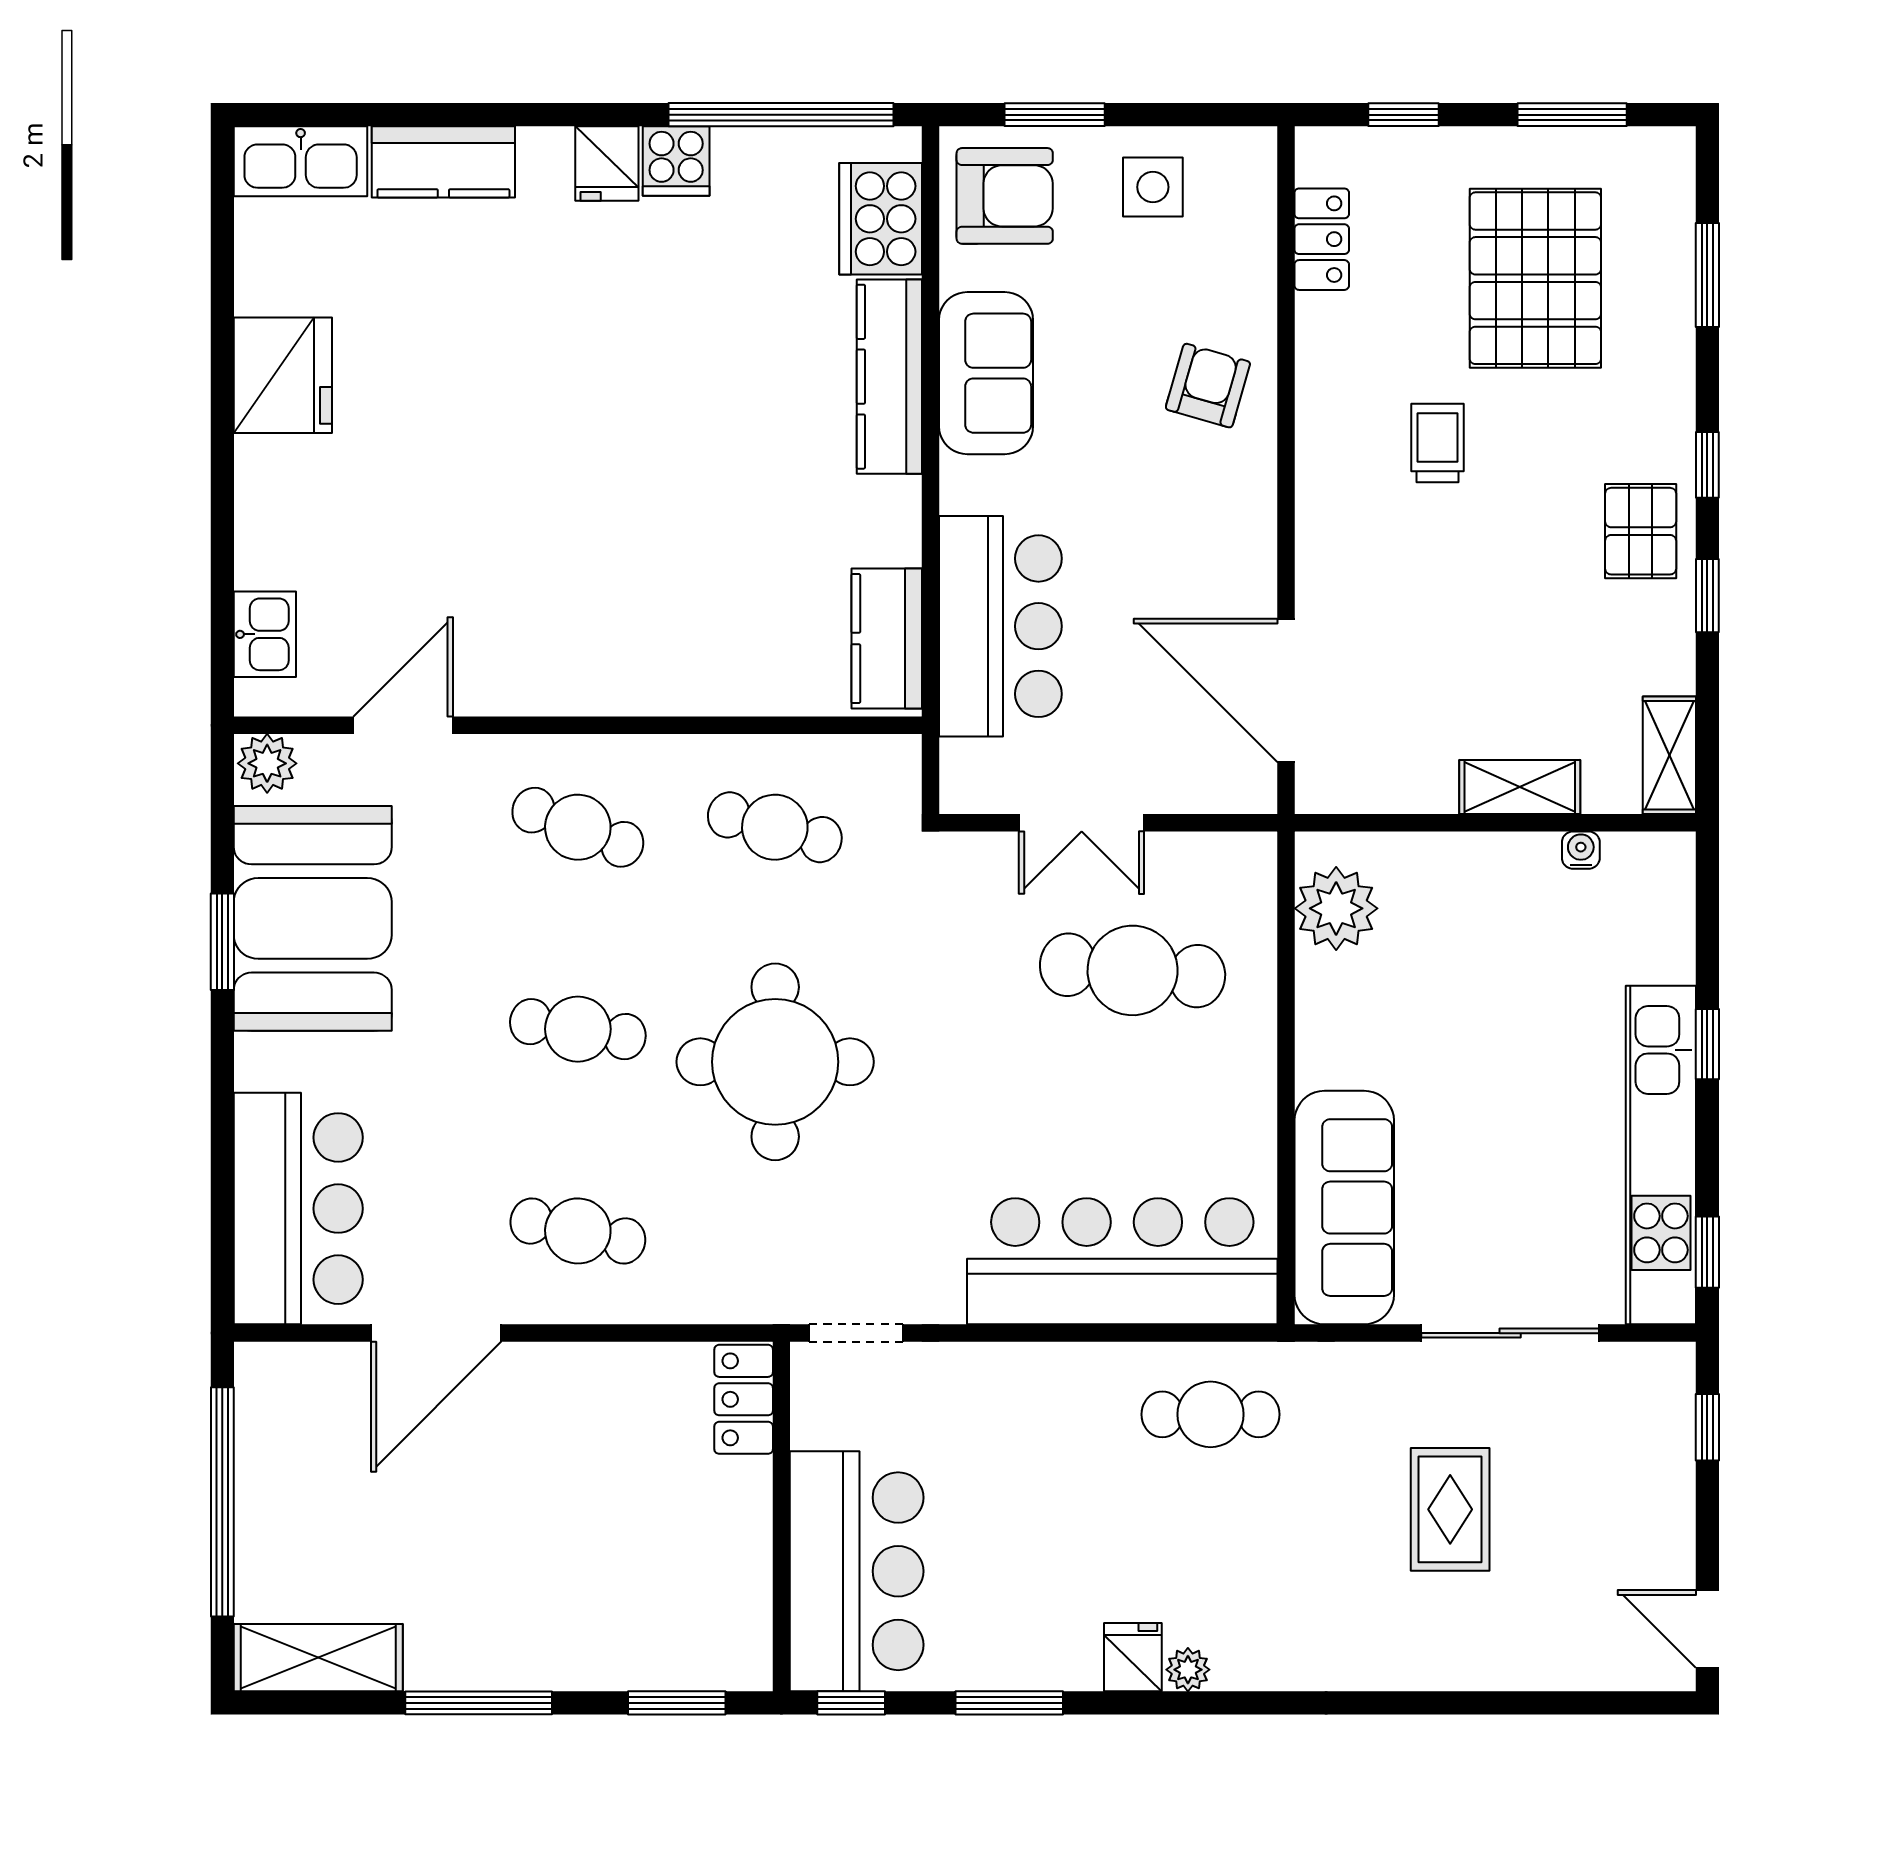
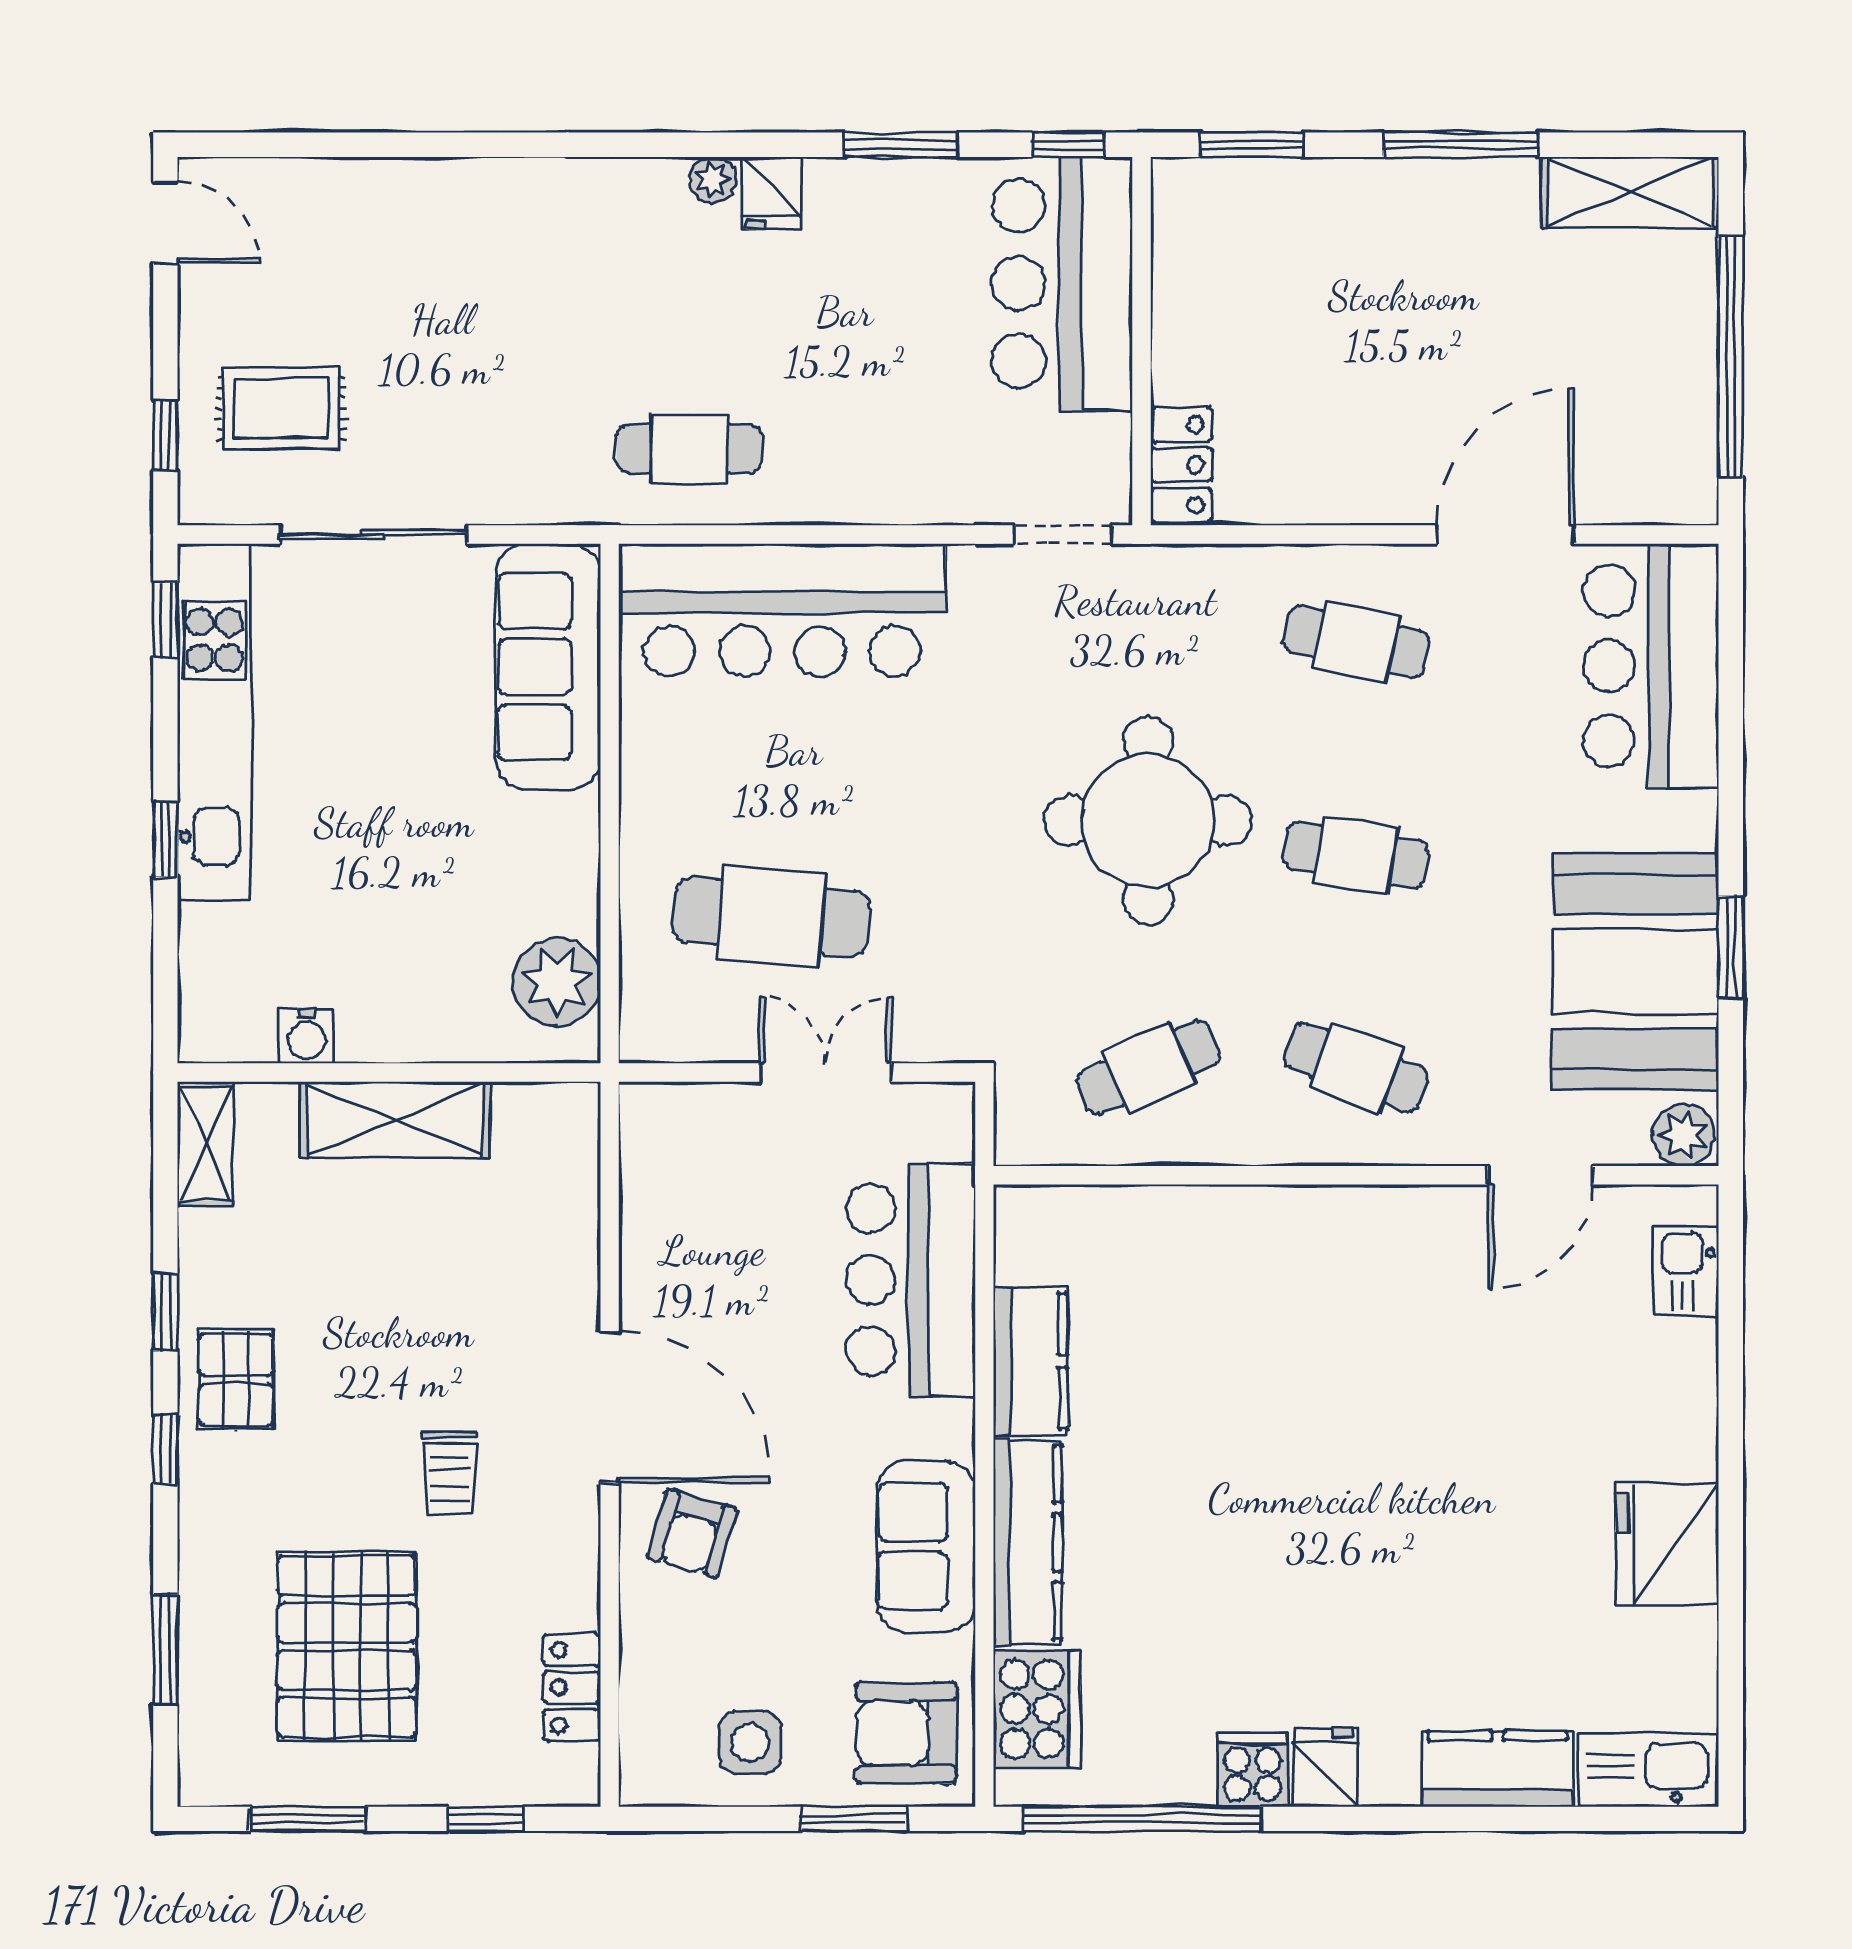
kitchen counter: (887, 638) -> (1030, 1361), moved
door: (1286, 690) -> (610, 1407), moved
shelving: (1520, 787) -> (395, 1120), width x1.50, depth x1.33
cafe table: (775, 827) -> (1148, 1068), turned -39
water cooler: (1581, 850) -> (306, 1036), width x1.38, depth x1.38
rug: (1450, 1509) -> (281, 408), moved, turned 90

